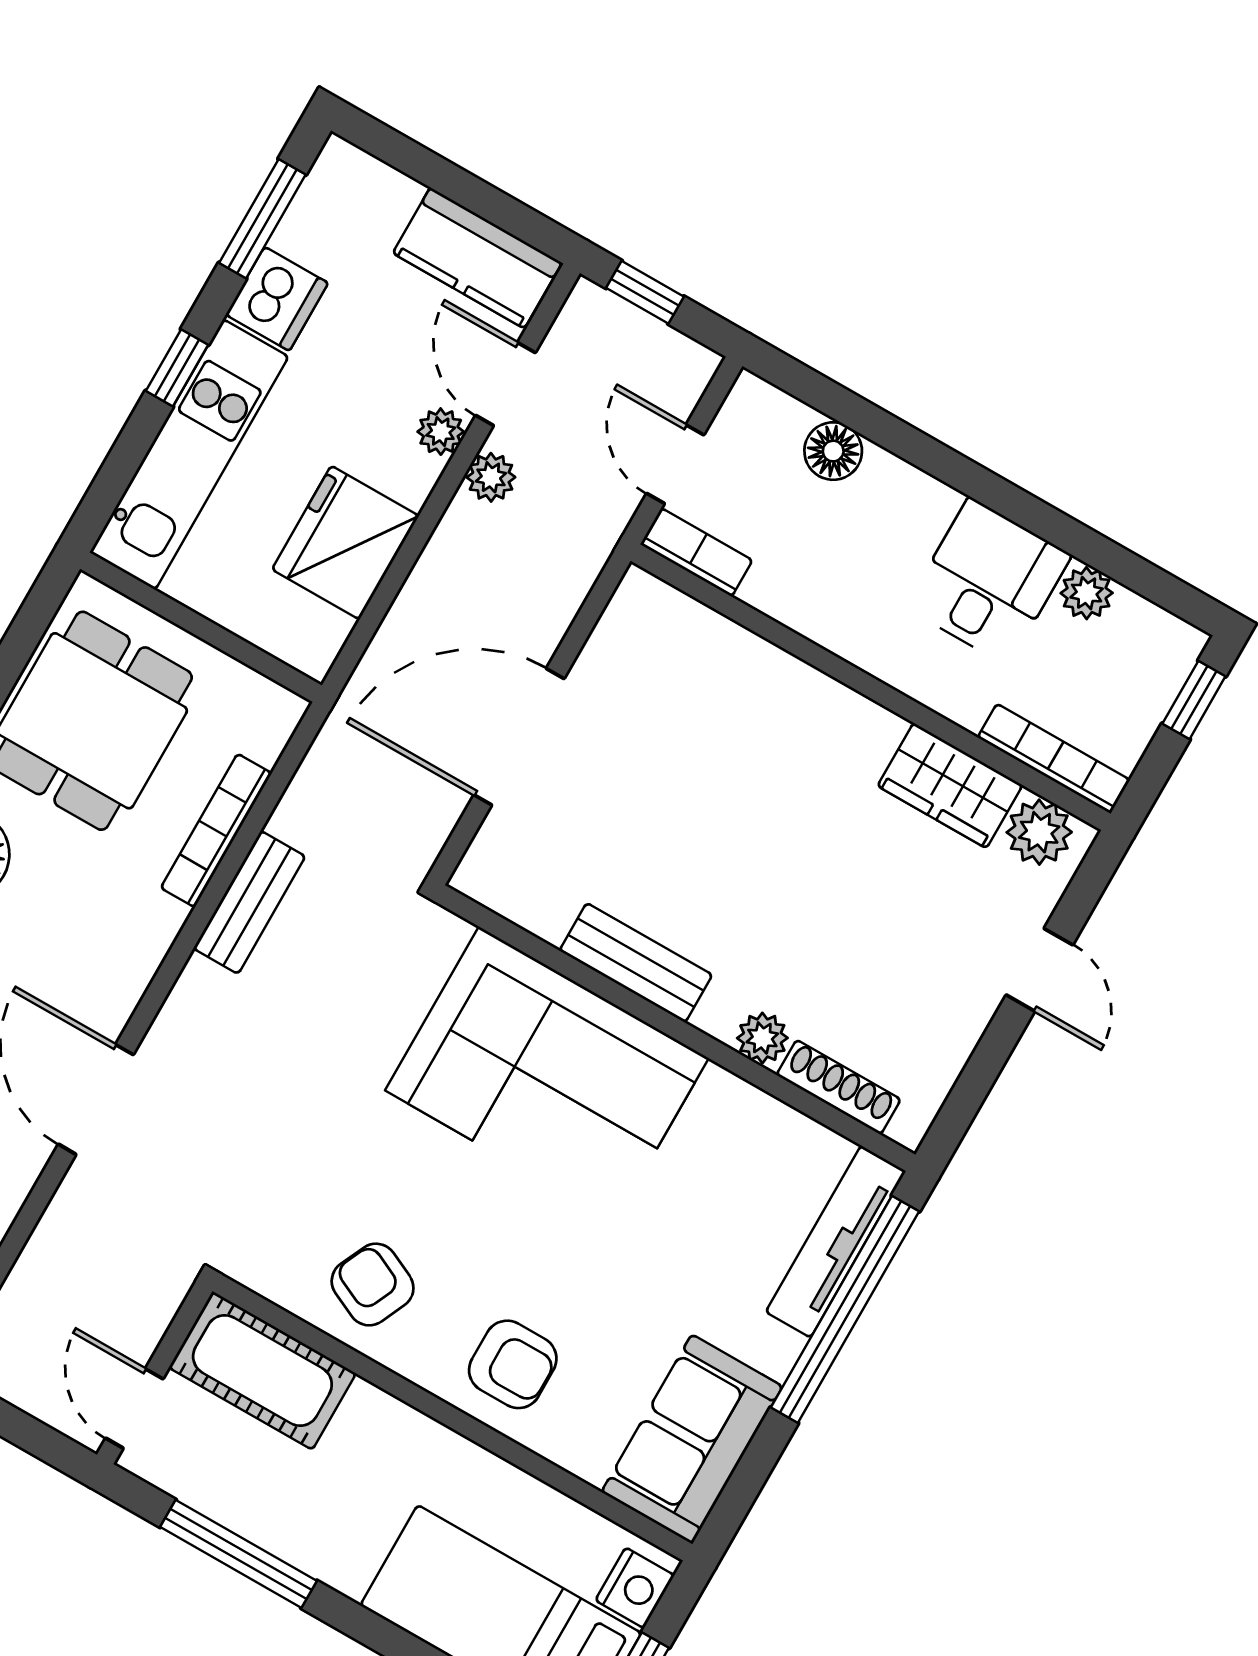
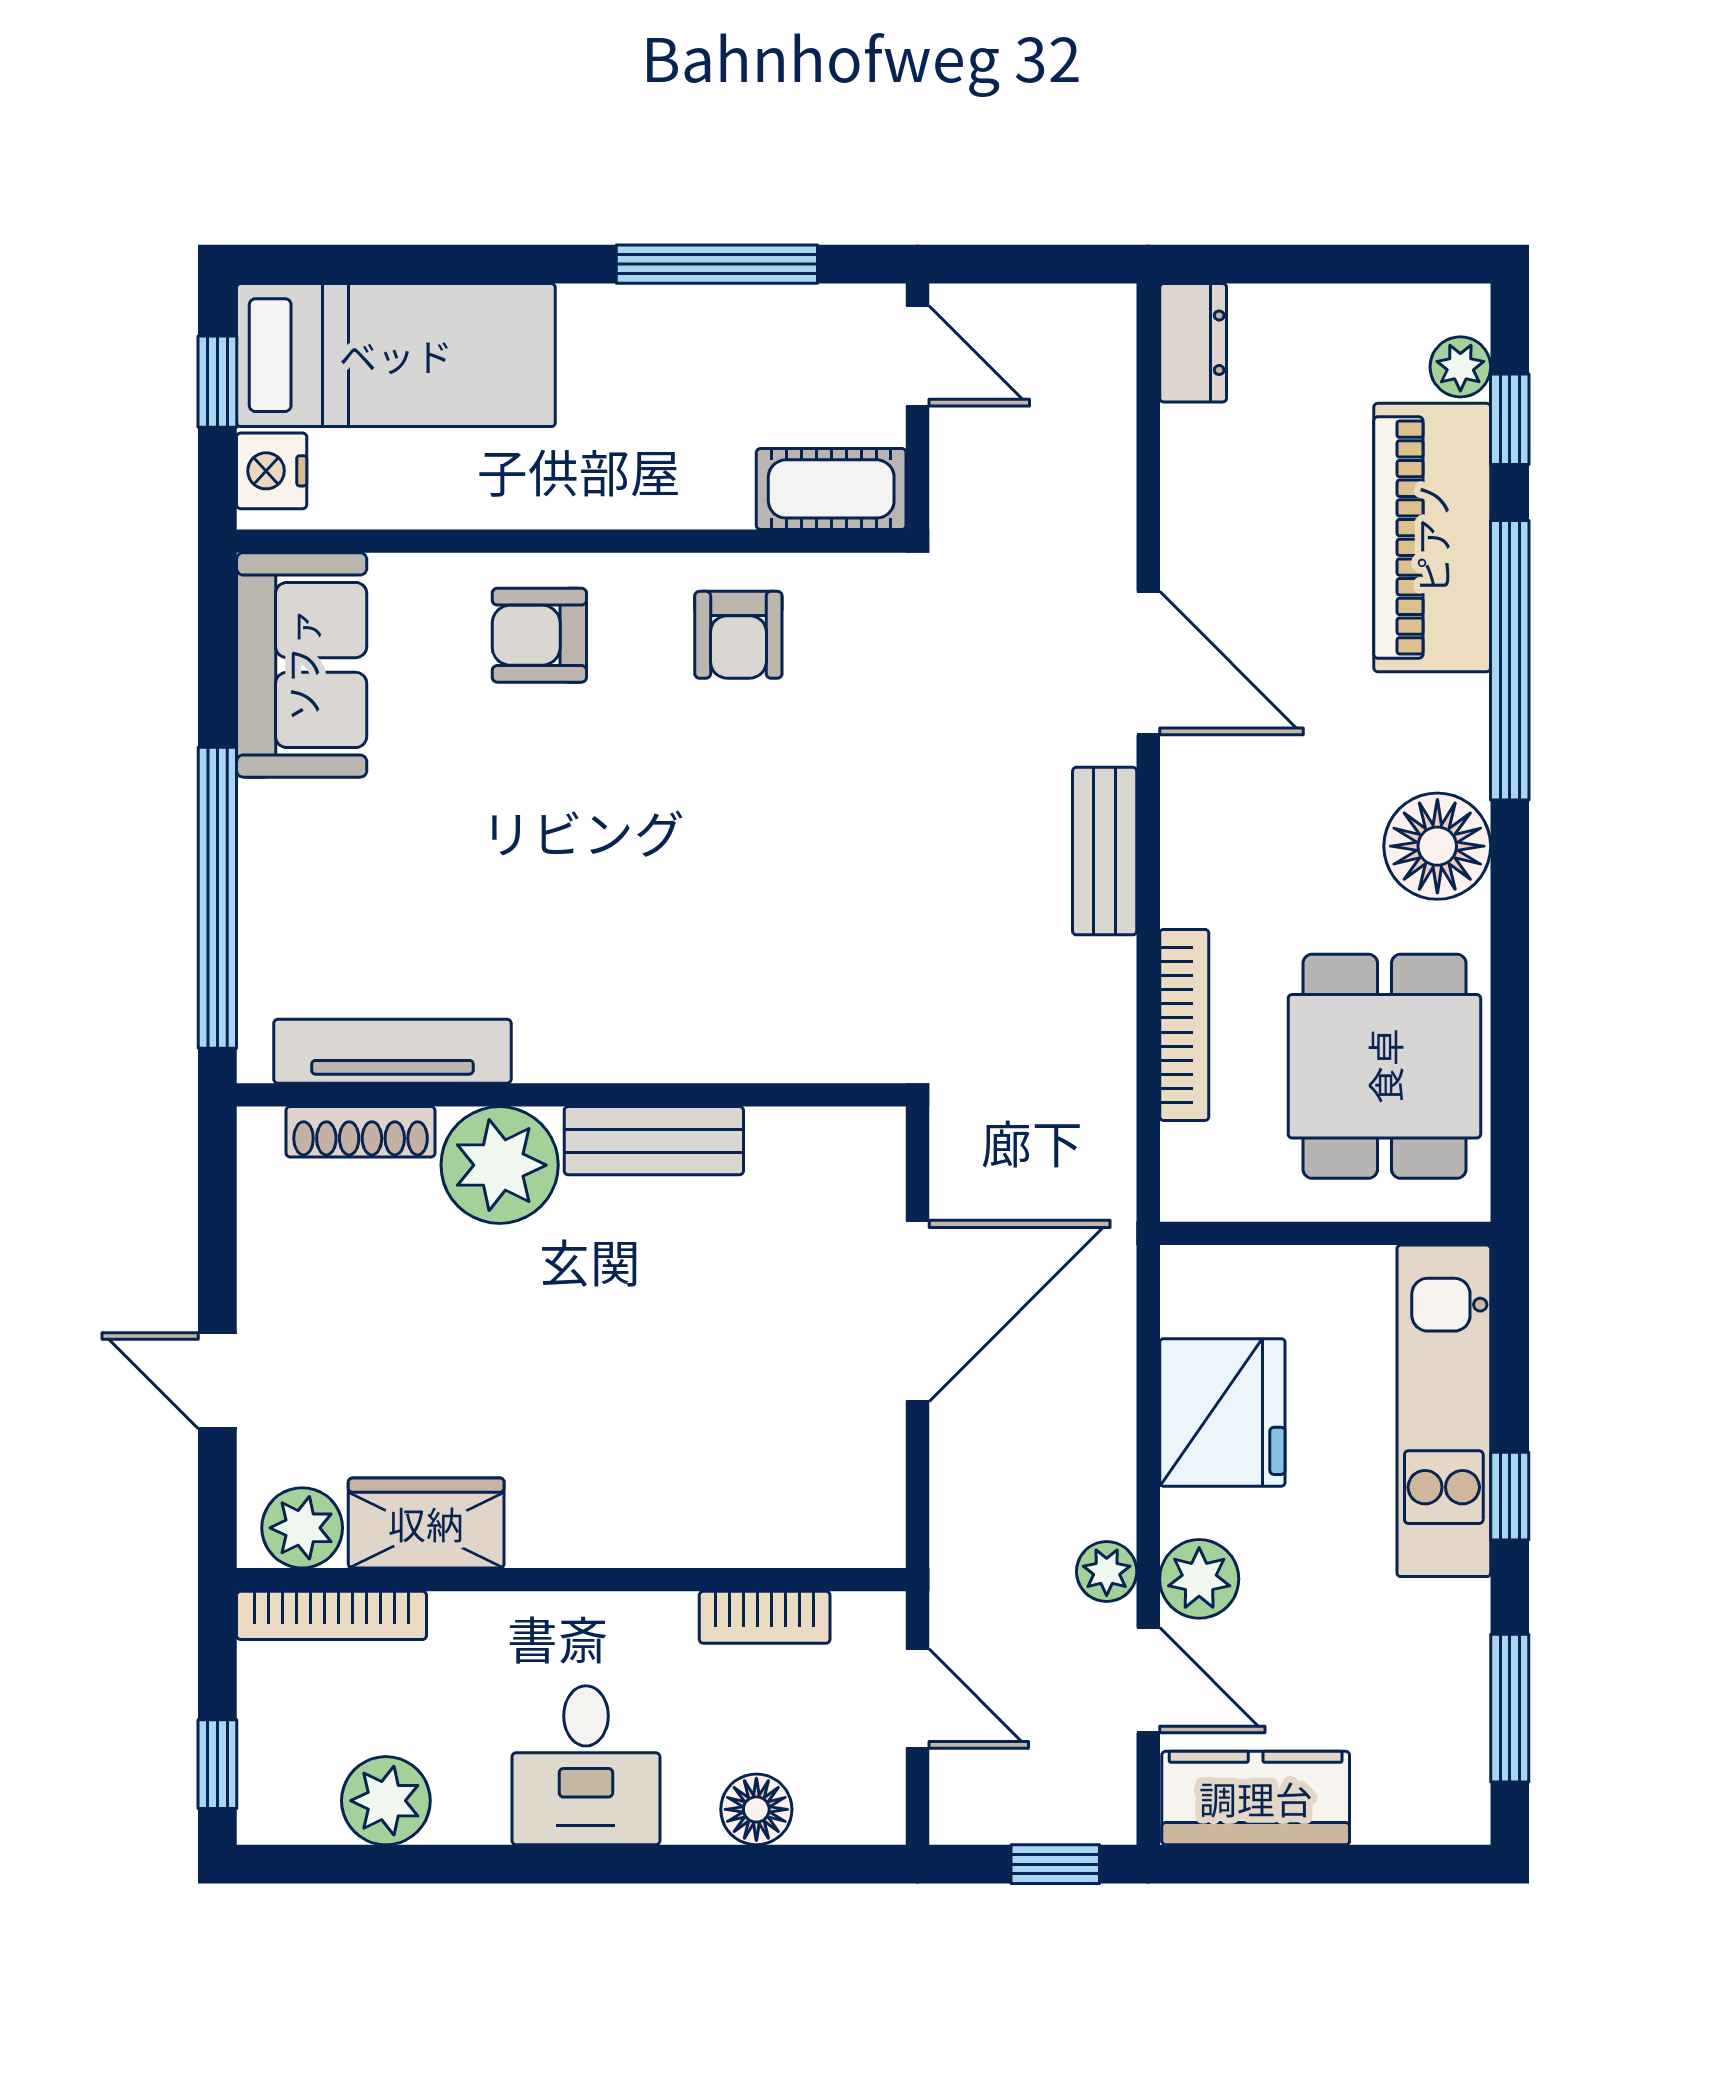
dishwasher: (277, 299) -> (1445, 1631), removed
plant: (441, 432) -> (1199, 1579), width x1.38, depth x1.38
bookcase: (696, 552) -> (765, 1617), moved
desk: (989, 581) -> (586, 1765), moved
plant: (1087, 593) -> (386, 1801), width x1.38, depth x1.38
bench: (249, 902) -> (1105, 851), moved
plant: (762, 1038) -> (500, 1165), width x1.87, depth x1.87
corner sofa: (547, 1074) -> (681, 967), removed
tv unit: (836, 1242) -> (392, 1051), moved, turned -90
armchair: (373, 1285) -> (738, 635), turned 65
cot: (262, 1371) -> (831, 489), width x0.73, depth x0.75

